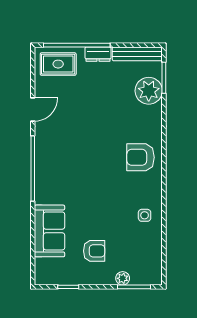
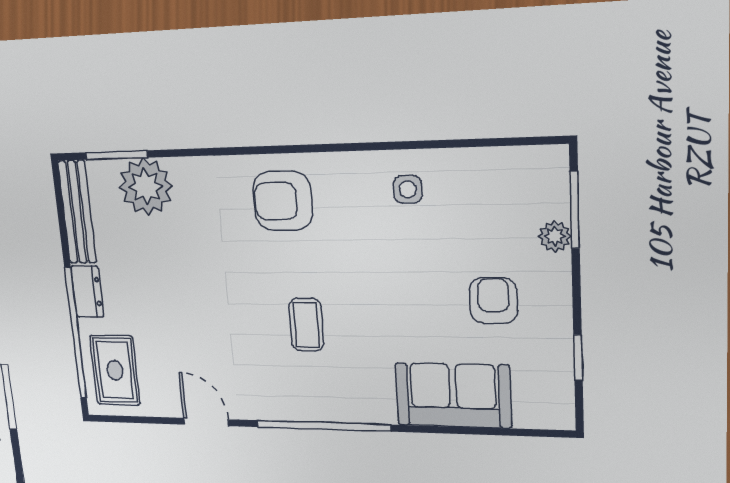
armchair: (141, 157) -> (283, 201), turned 90
coffee table: (82, 164) -> (306, 325), added

